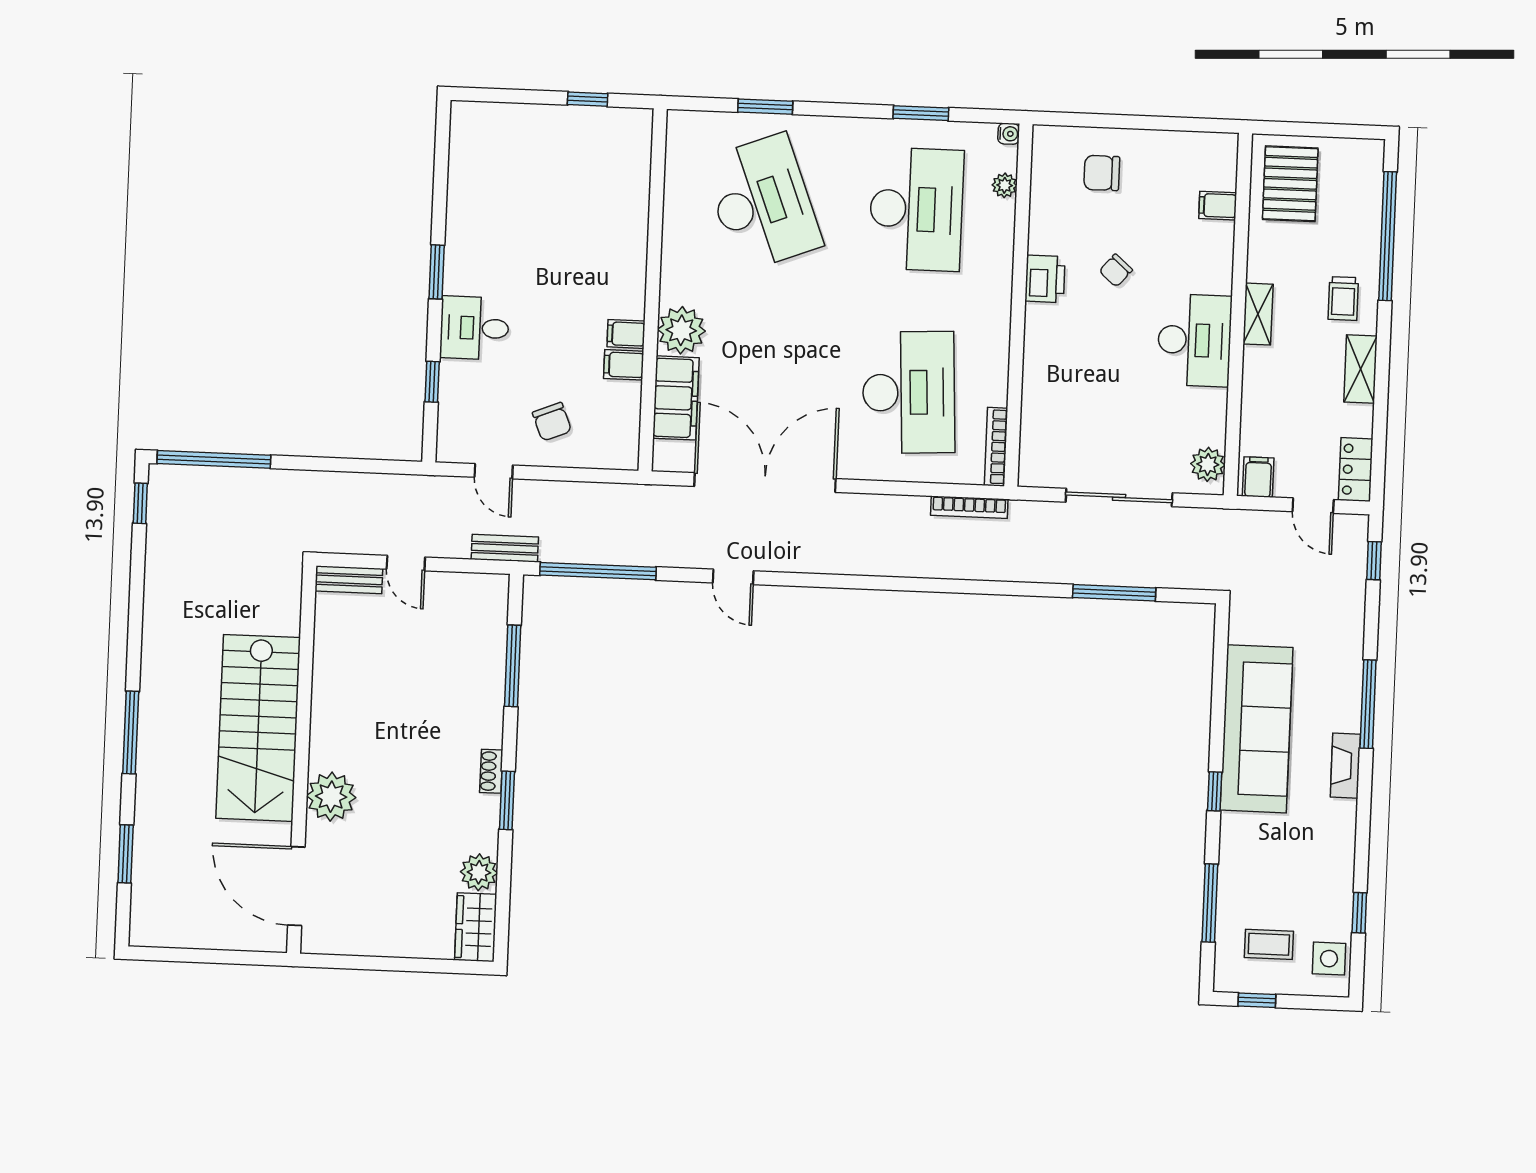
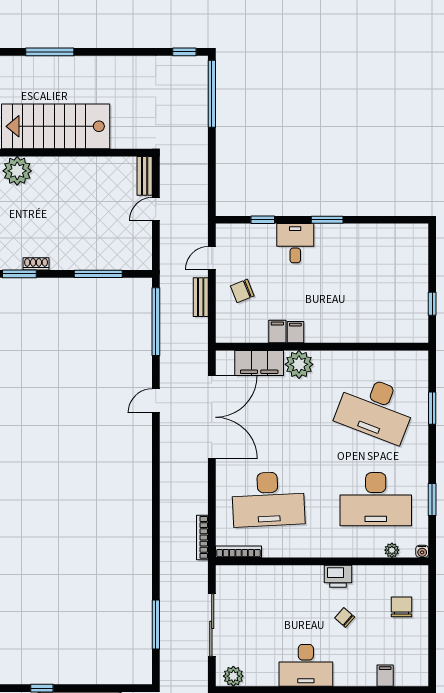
desk: (762, 203) -> (376, 409), turned 42
bench: (505, 548) -> (201, 297), moved

